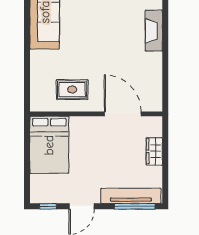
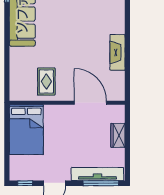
fireplace: (154, 31) -> (117, 52), moved
rug: (72, 90) -> (46, 82), turned 90

